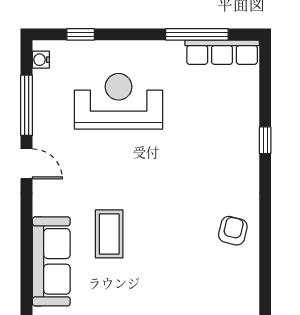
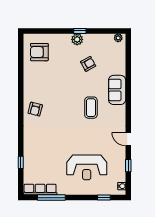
window: (27, 105) -> (128, 166), width x0.46
window: (265, 140) -> (21, 162), moved
sofa: (51, 261) -> (117, 90), width x0.73

